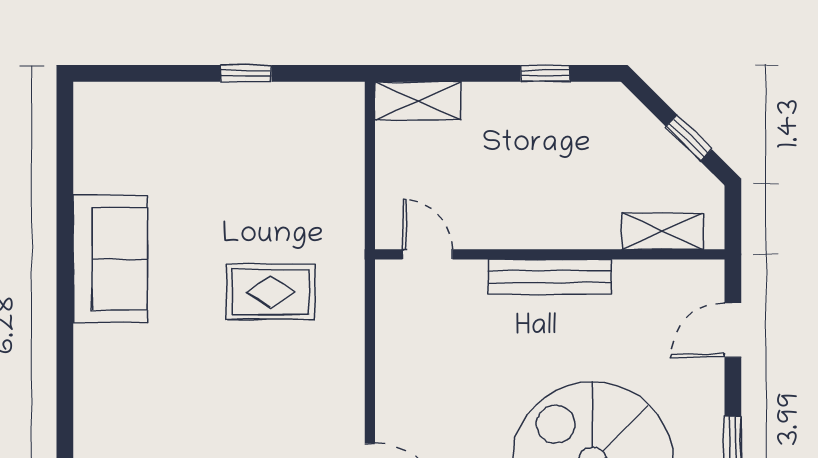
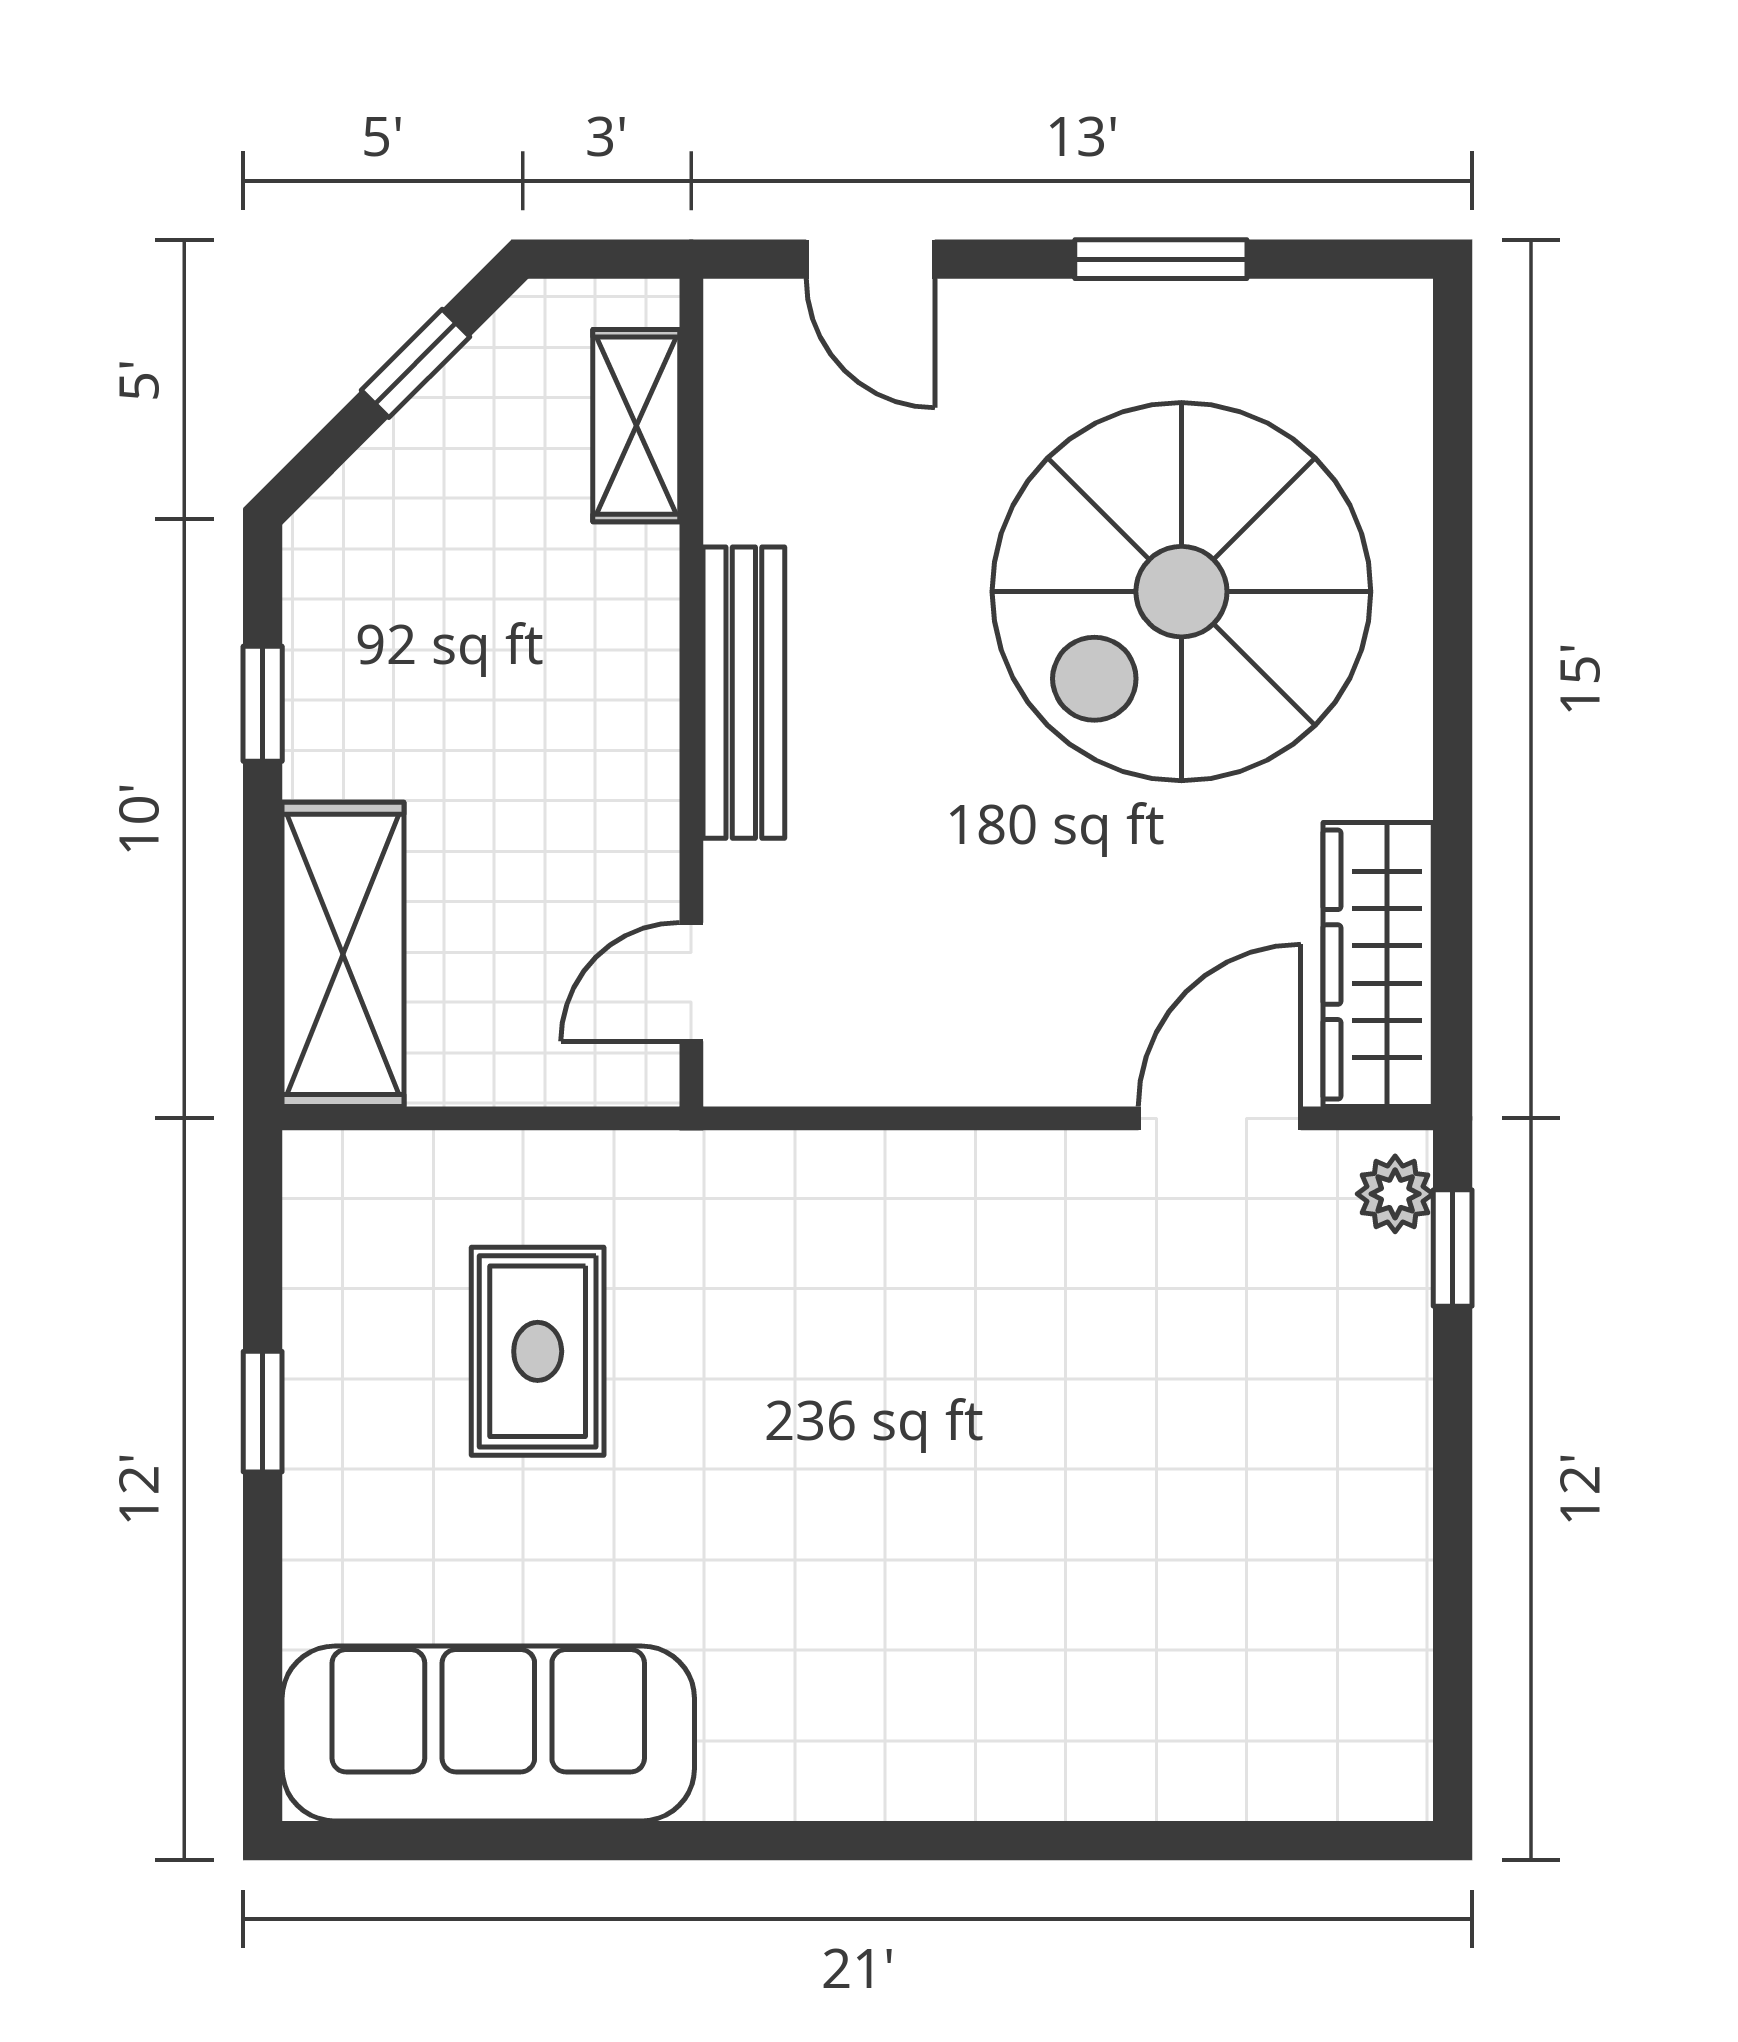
shelving: (418, 101) -> (343, 954), width x1.50, depth x1.33
sofa: (110, 259) -> (488, 1733), moved, width x1.36
rug: (271, 292) -> (538, 1351), moved

